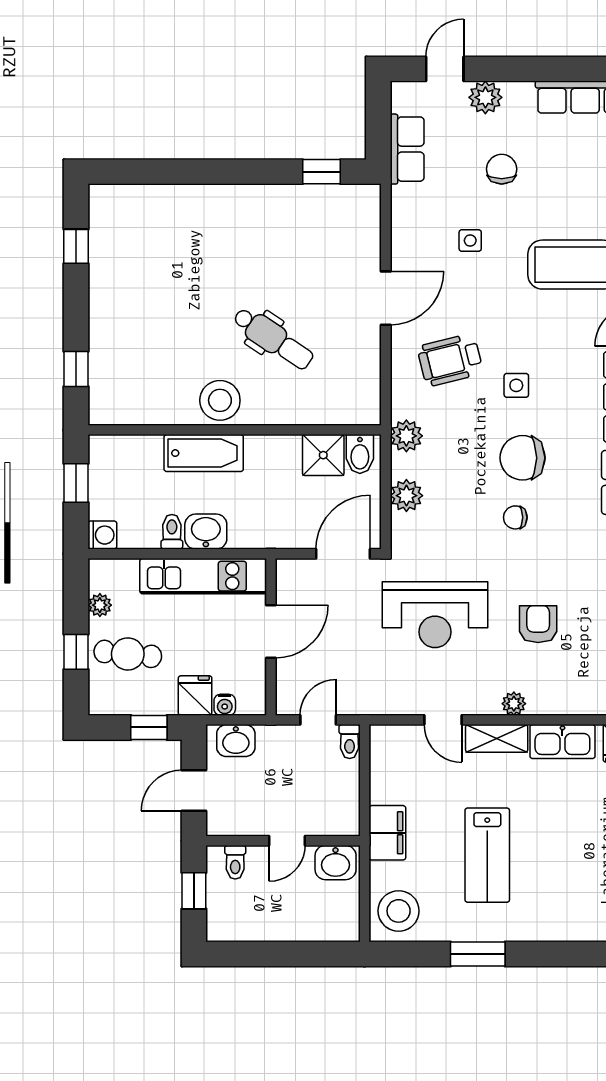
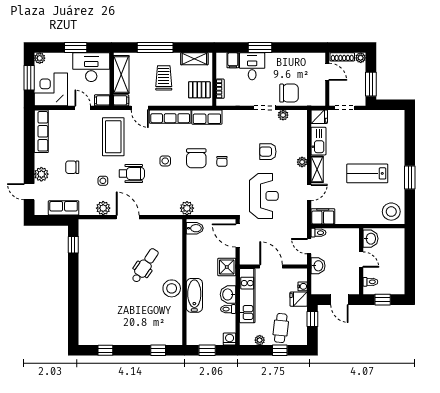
wheelchair: (450, 360) -> (132, 174), moved, turned -76
shower: (323, 455) -> (227, 267), moved
plant: (406, 496) -> (103, 208), moved
washbasin: (236, 741) -> (318, 266), moved
filing cabinet: (387, 833) -> (323, 216), moved
lab bench: (487, 855) -> (367, 173), turned 180

